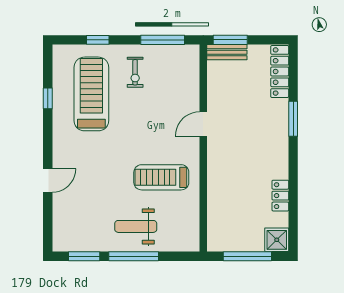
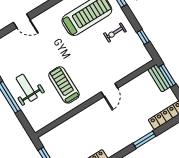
window: (163, 40) -> (143, 37), width x0.46
door: (203, 124) -> (109, 90), swing flipped

